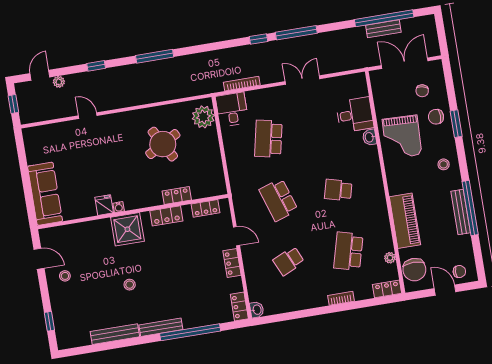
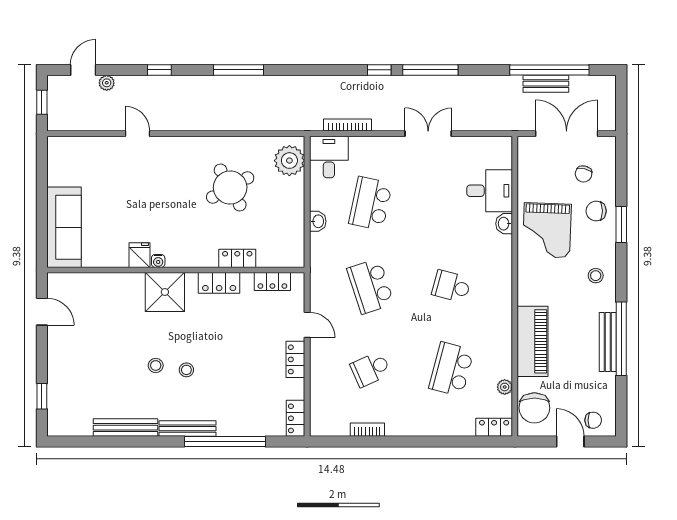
stool: (65, 276) -> (186, 370), moved
bookcase: (341, 298) -> (367, 430), moved
washbasin: (257, 310) -> (318, 221), moved

